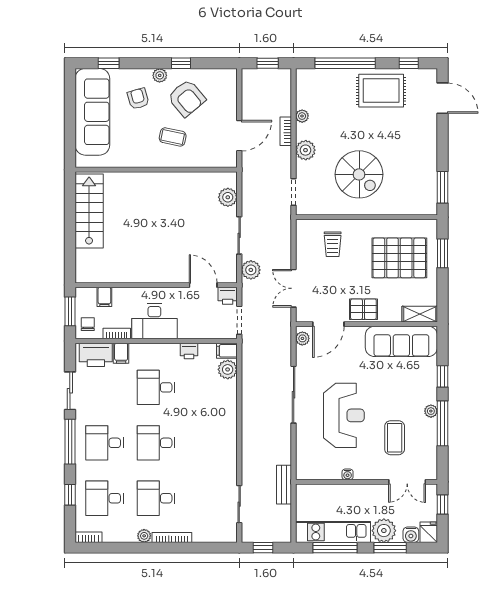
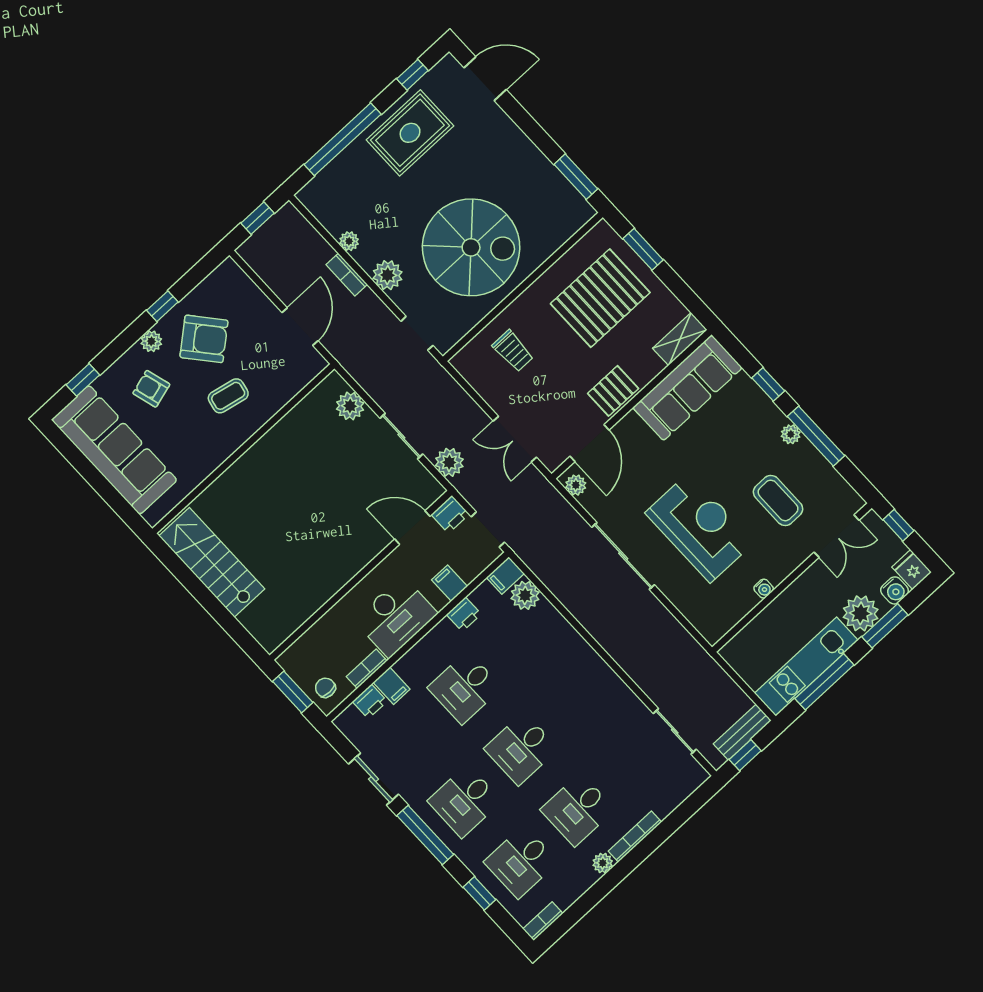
spiral stairs: (359, 174) -> (471, 247), width x1.37, depth x1.37
filing cabinet: (104, 297) -> (449, 583), moved, turned 180
printer: (96, 355) -> (370, 701), width x0.53, depth x0.68
bench: (284, 485) -> (742, 732), moved, turned 90

